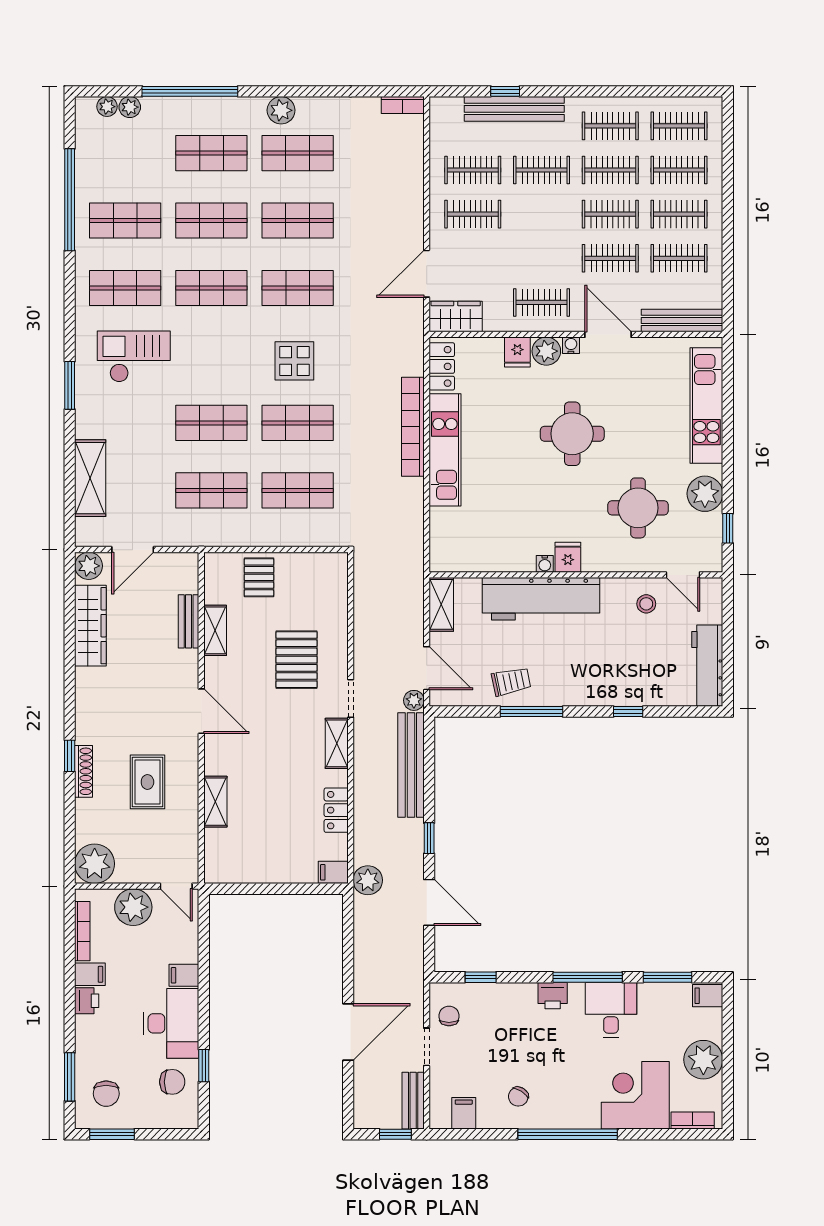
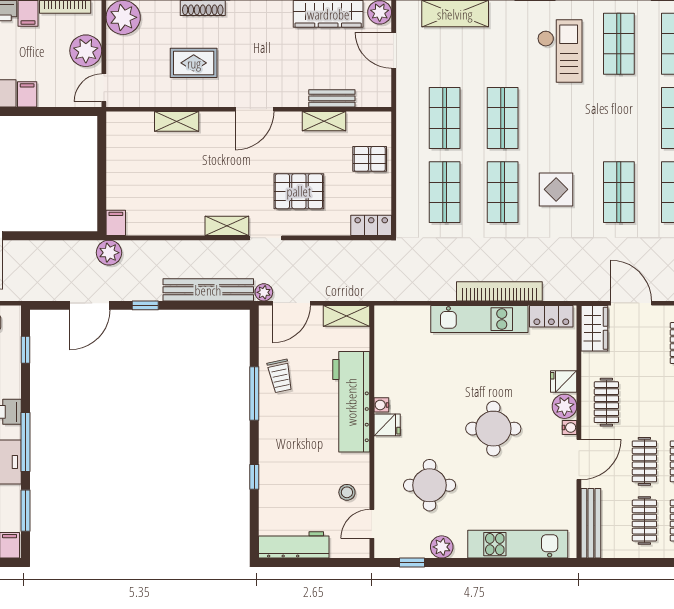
shop shelf: (211, 288) -> (619, 118), removed
plant: (705, 494) -> (442, 547), width x0.73, depth x0.73
locker: (336, 810) -> (371, 225), moved

